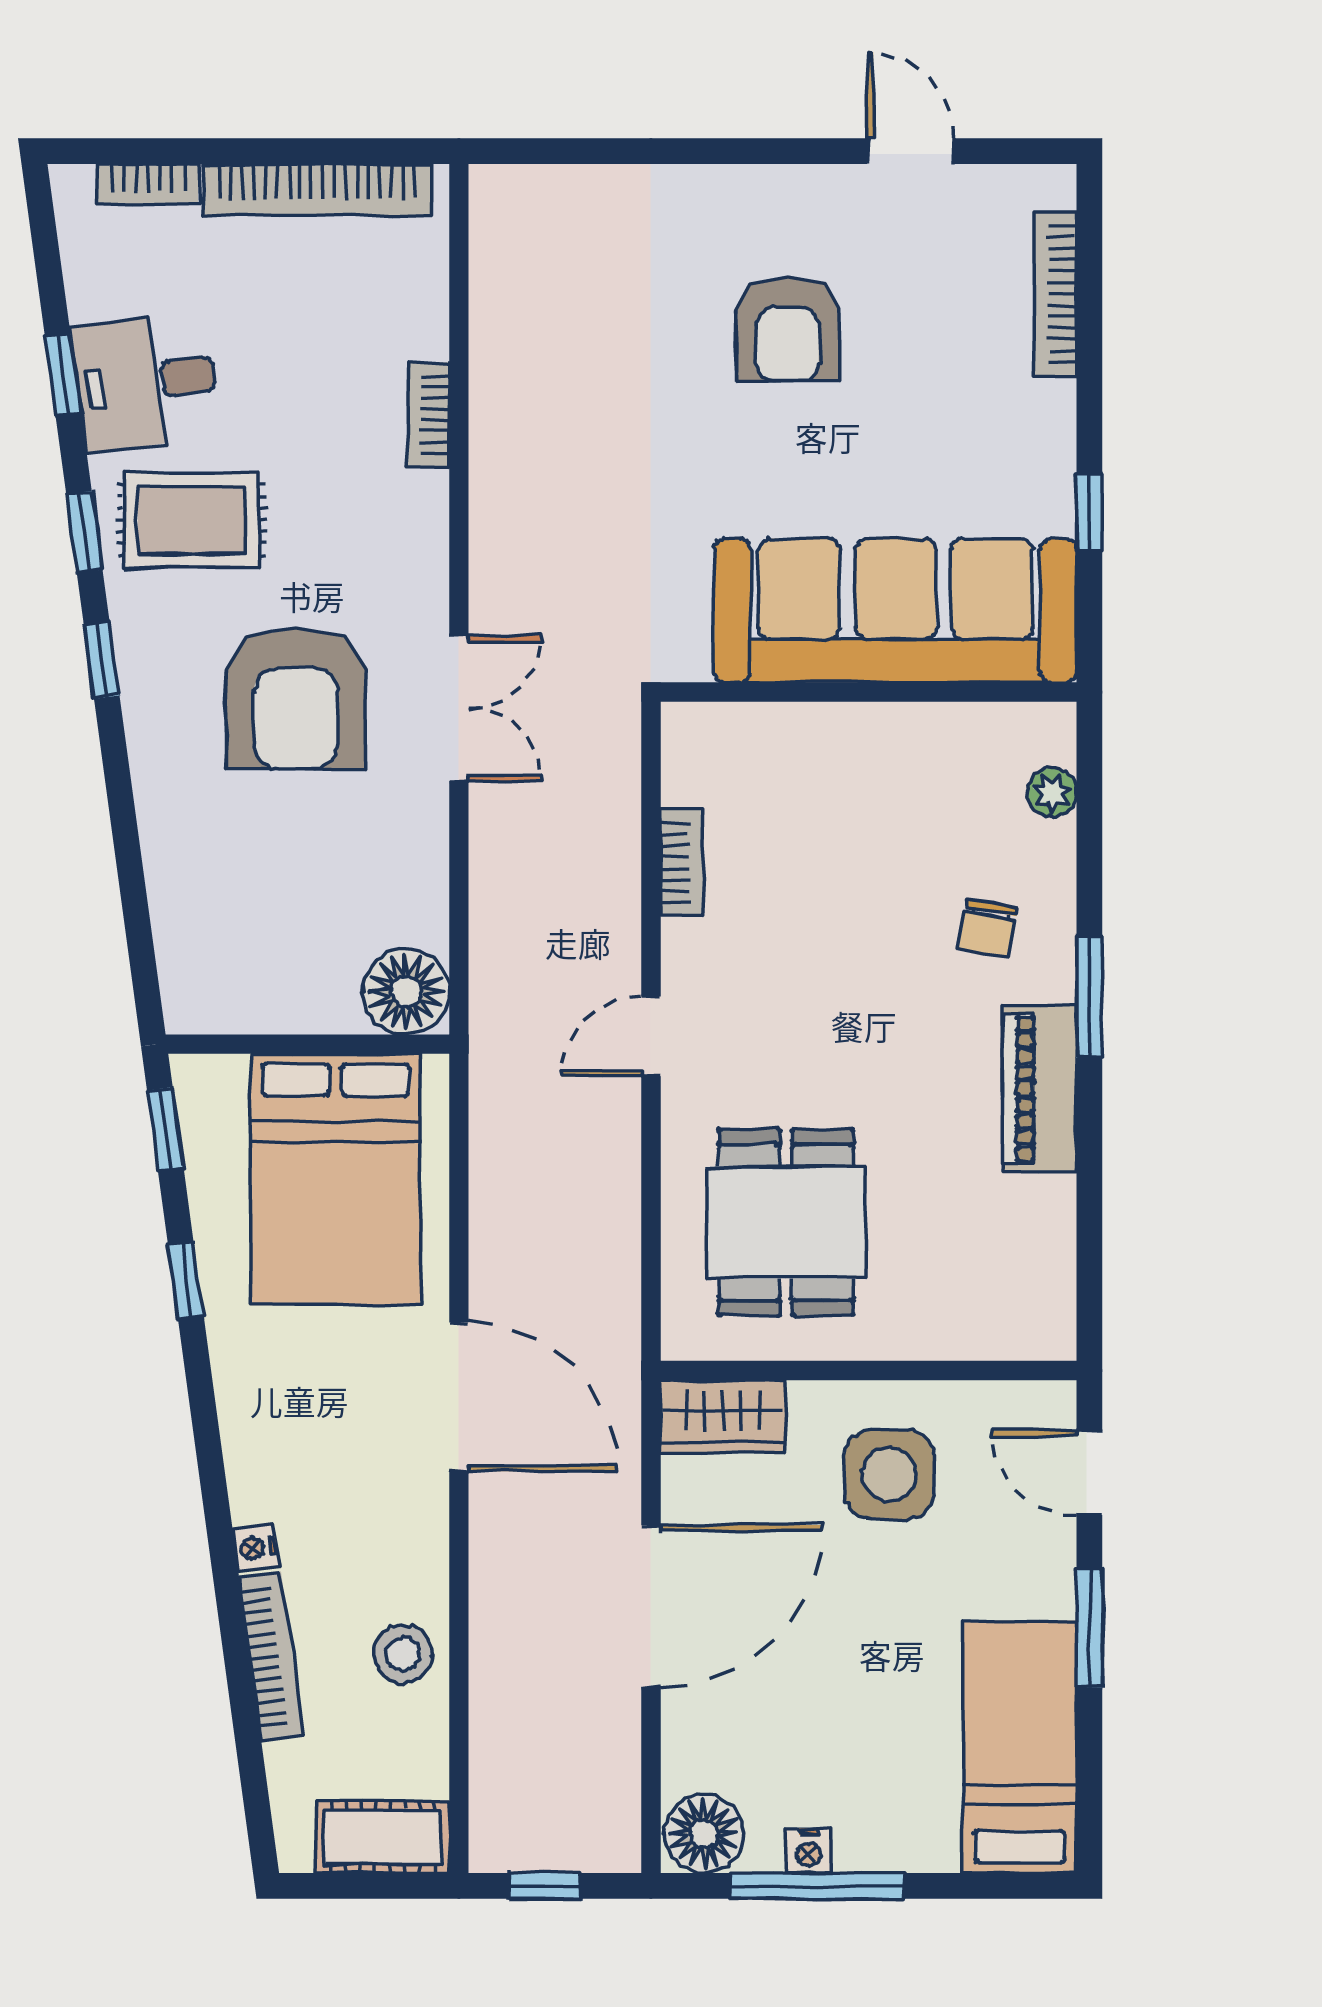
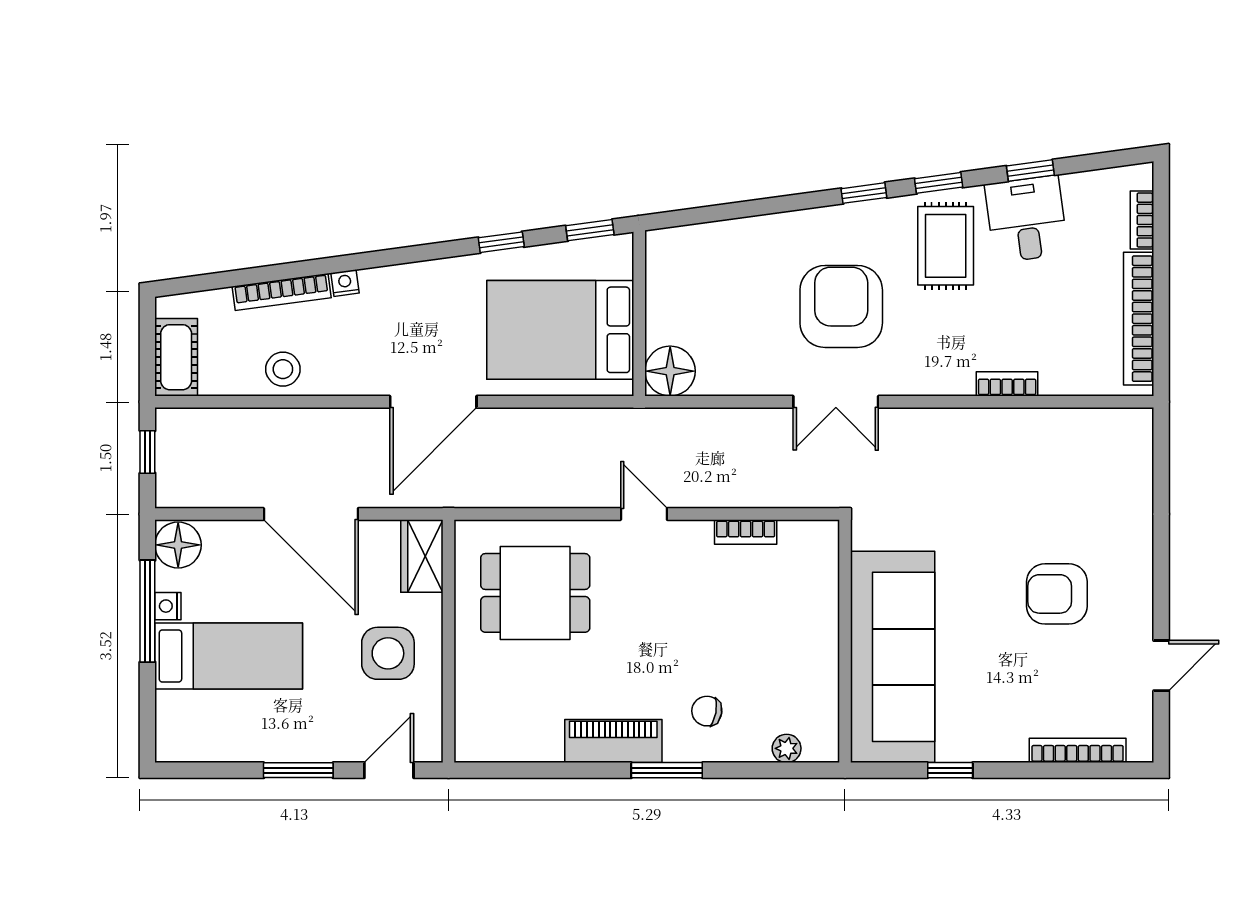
armchair: (296, 699) -> (841, 306), turned 90
bed: (1020, 1747) -> (229, 656), moved

